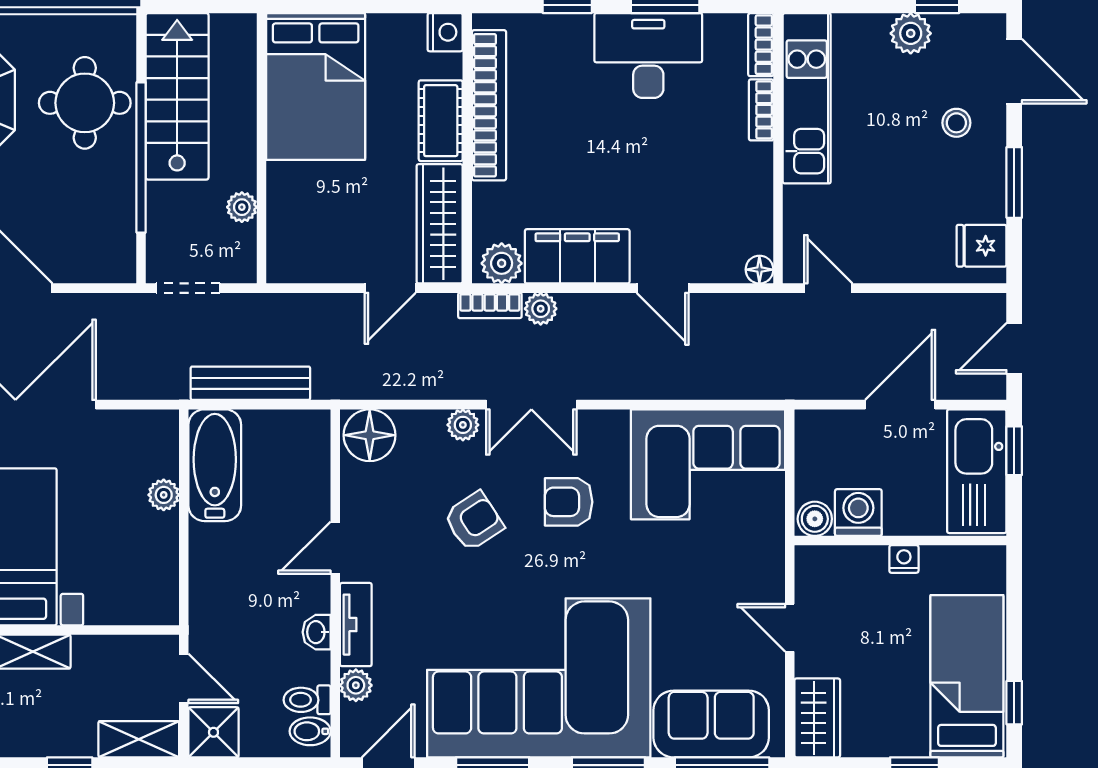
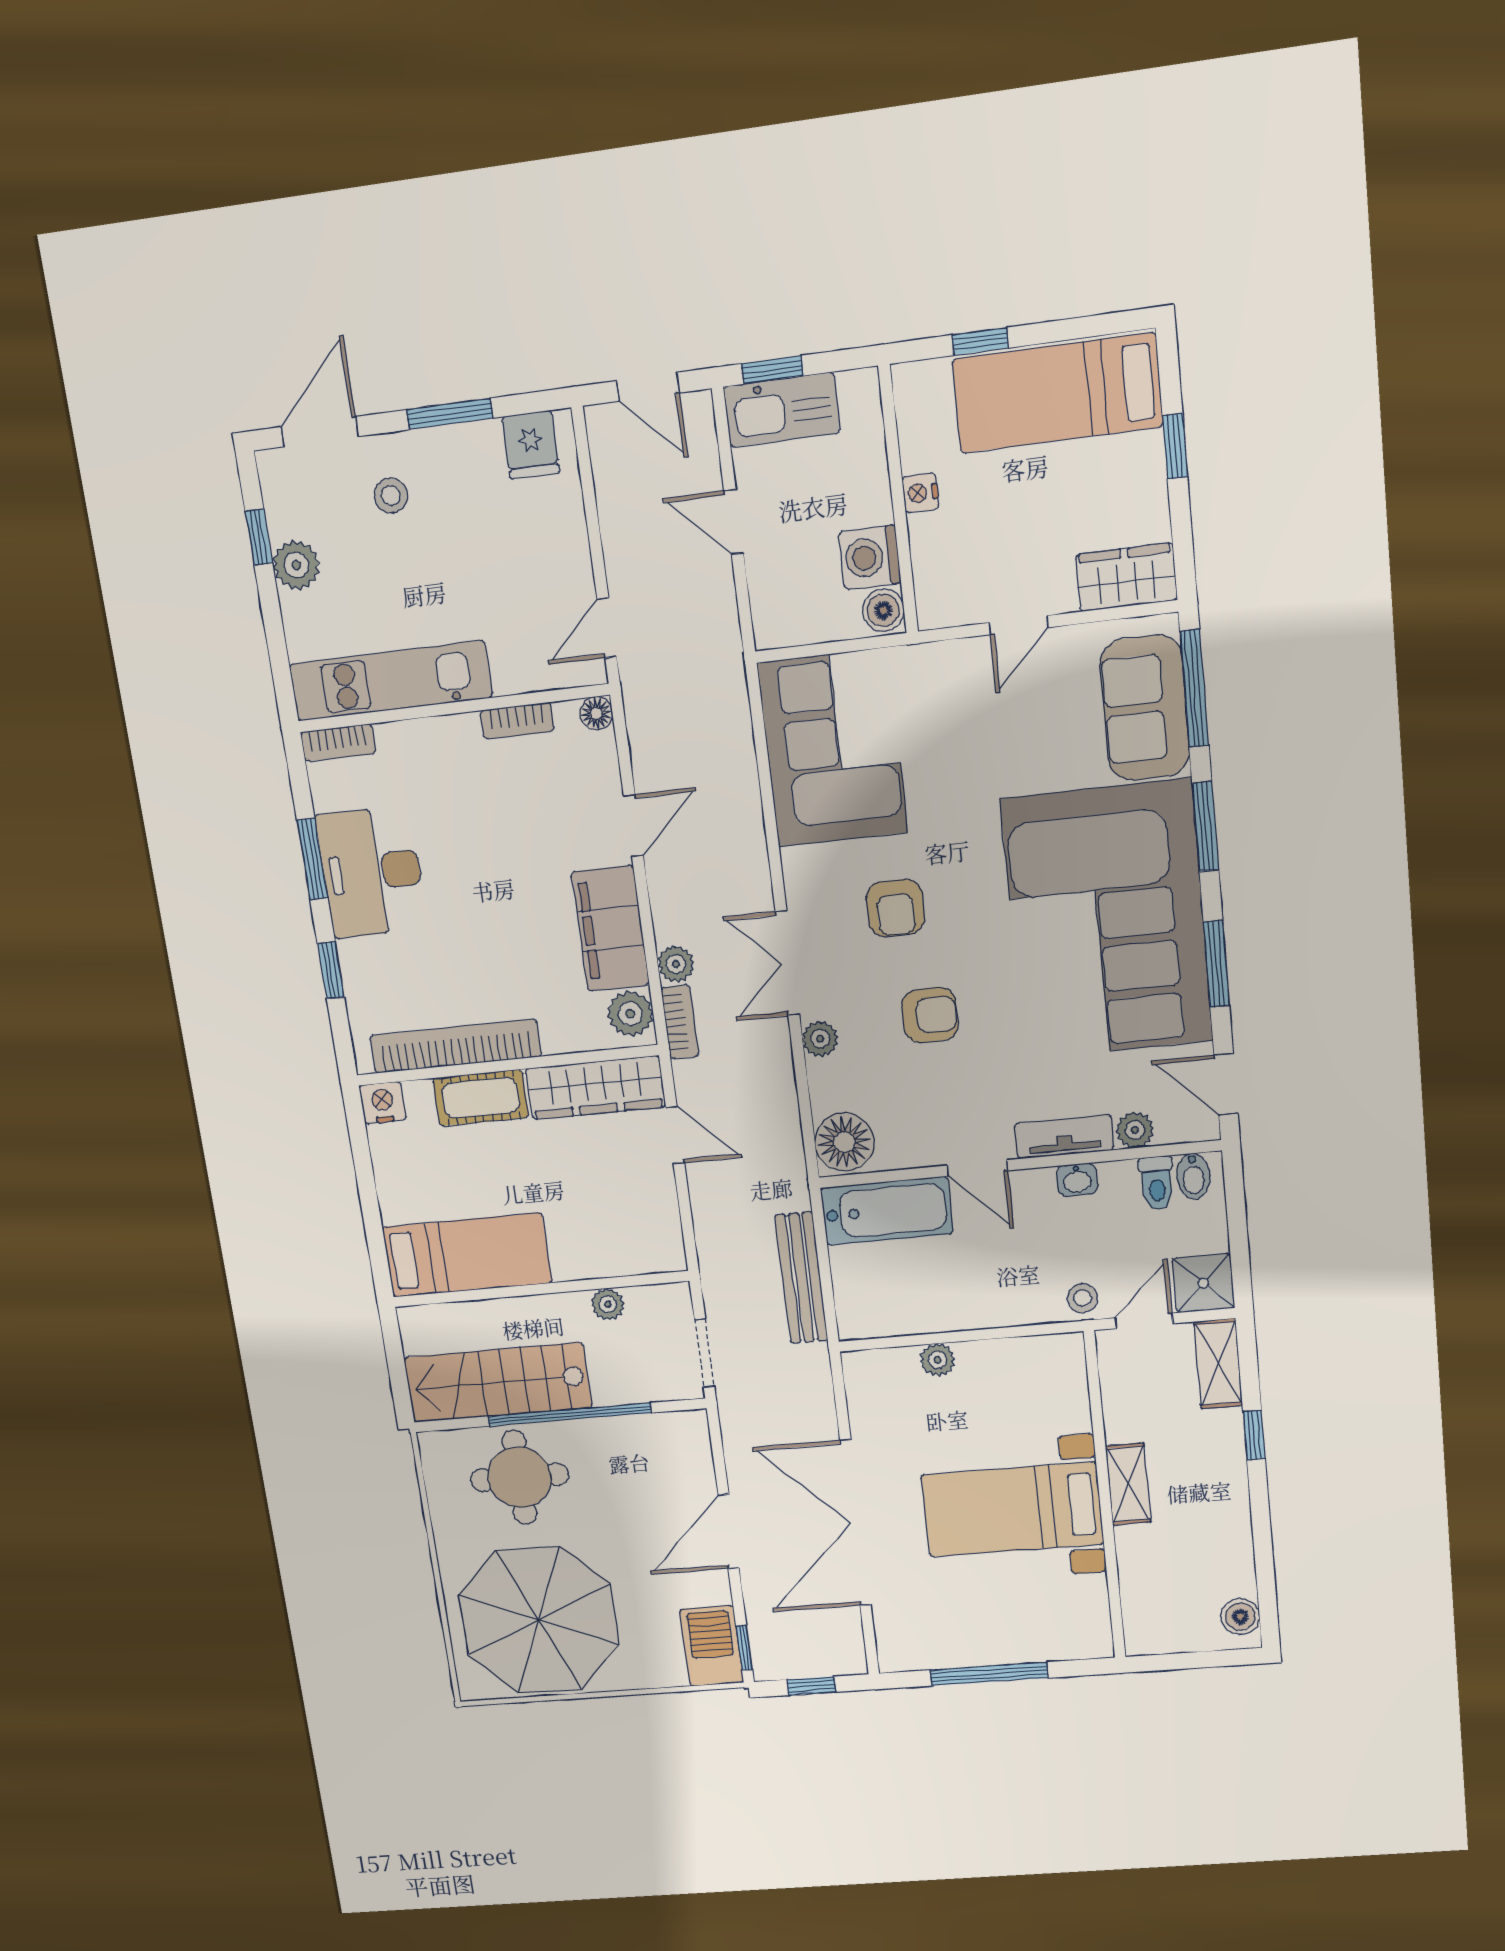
bed: (316, 86) -> (467, 1255), width x0.67
bookcase: (761, 110) -> (517, 721), moved
double door: (531, 405) -> (787, 963), swing flipped
door: (900, 405) -> (734, 522), width x0.73
bathtub: (215, 465) -> (887, 1211), moved, turned 180
kitchen sink: (977, 471) -> (782, 410), width x0.73, depth x0.81
armchair: (474, 521) -> (930, 1015), turned 123
stool: (209, 627) -> (1082, 1298), added
window: (1014, 703) -> (980, 341), moved

